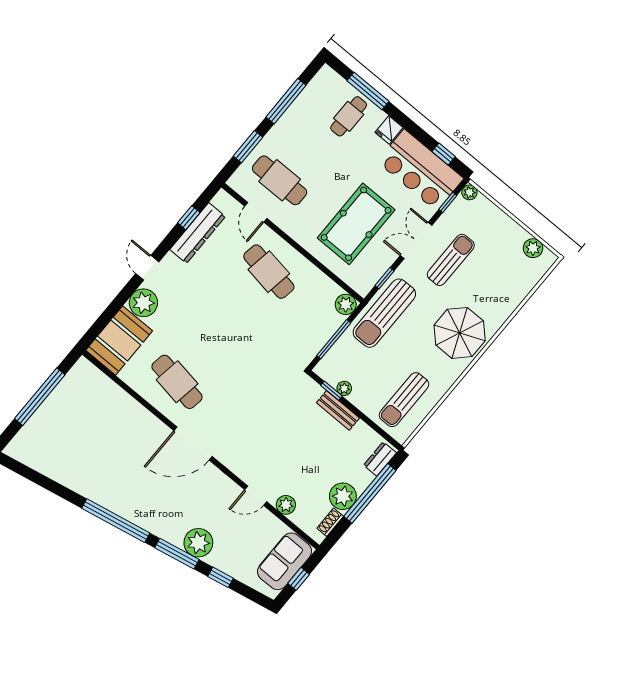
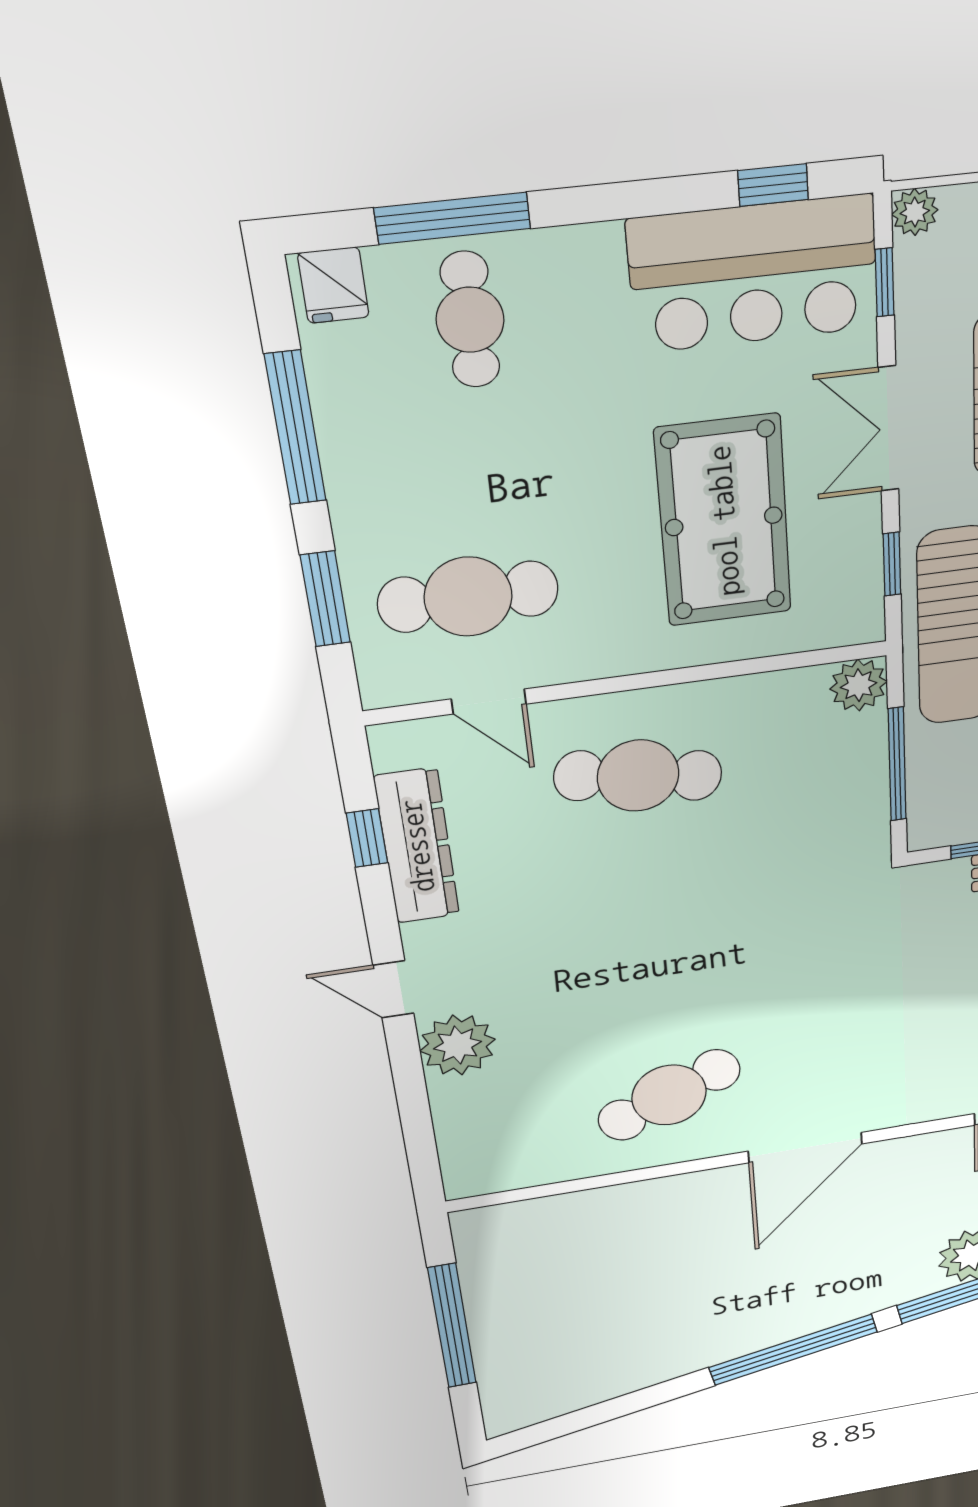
fridge: (389, 130) -> (333, 285), moved
booth: (119, 341) -> (487, 1136), removed
cafe table: (177, 382) -> (669, 1095), turned -33

